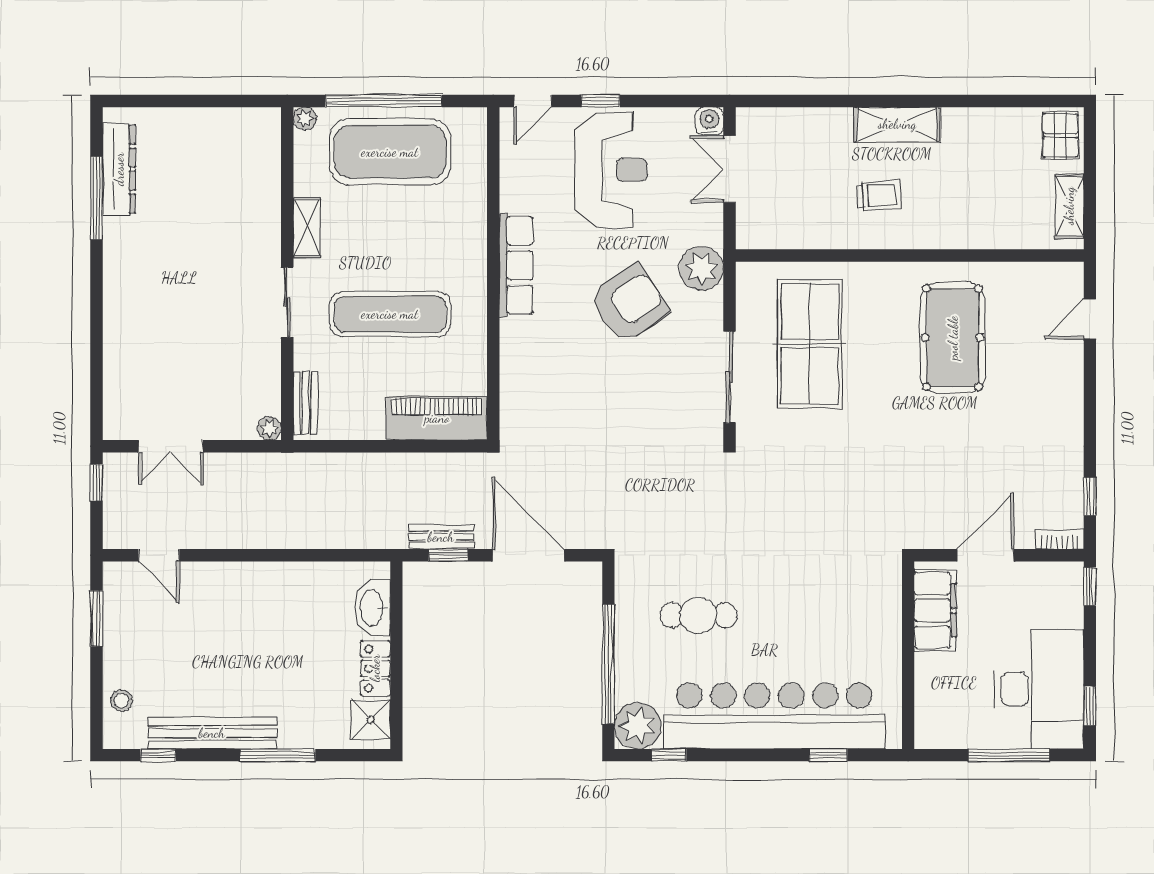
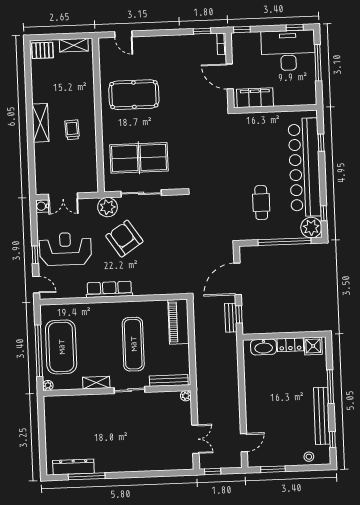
sliding door: (729, 377) -> (141, 193), moved
bench: (305, 403) -> (169, 380), width x1.36

